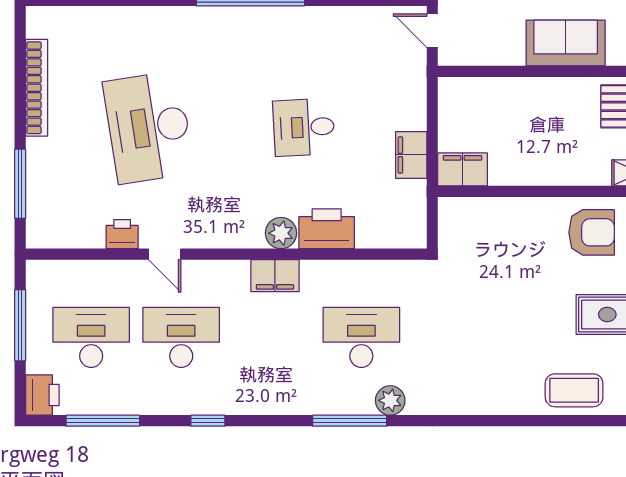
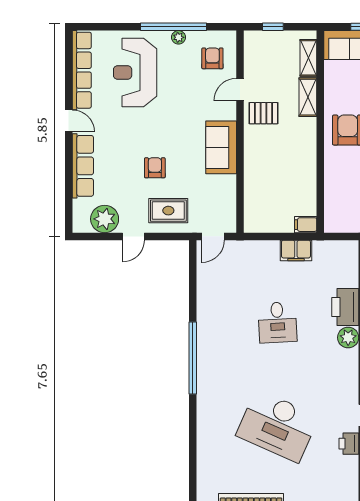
desk: (149, 127) -> (277, 426), turned 33
filing cabinet: (463, 169) -> (306, 225), width x0.50

